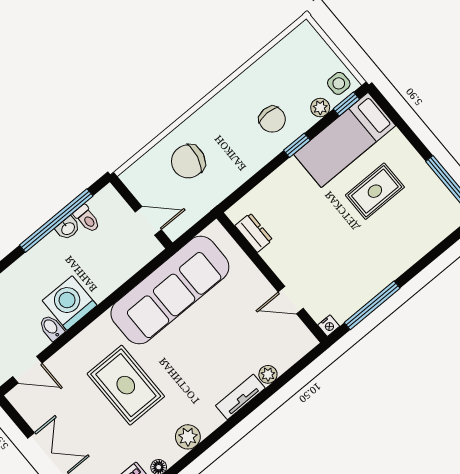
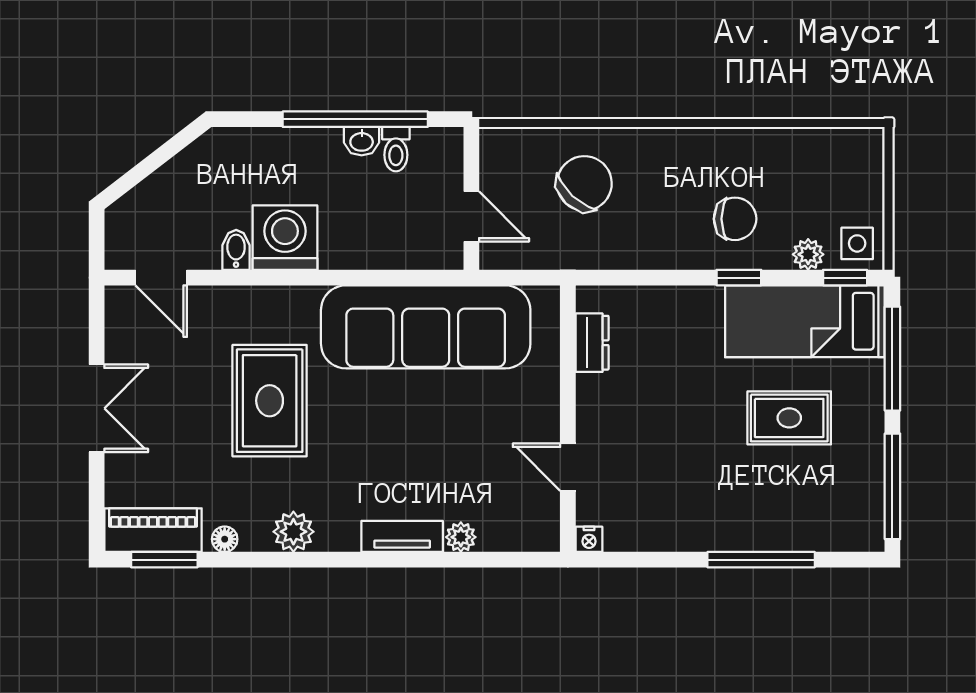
chair: (272, 119) -> (735, 219), turned -90
window: (400, 123) -> (892, 359), added
chair: (188, 161) -> (584, 183), turned 120
window: (372, 305) -> (761, 560), moved

